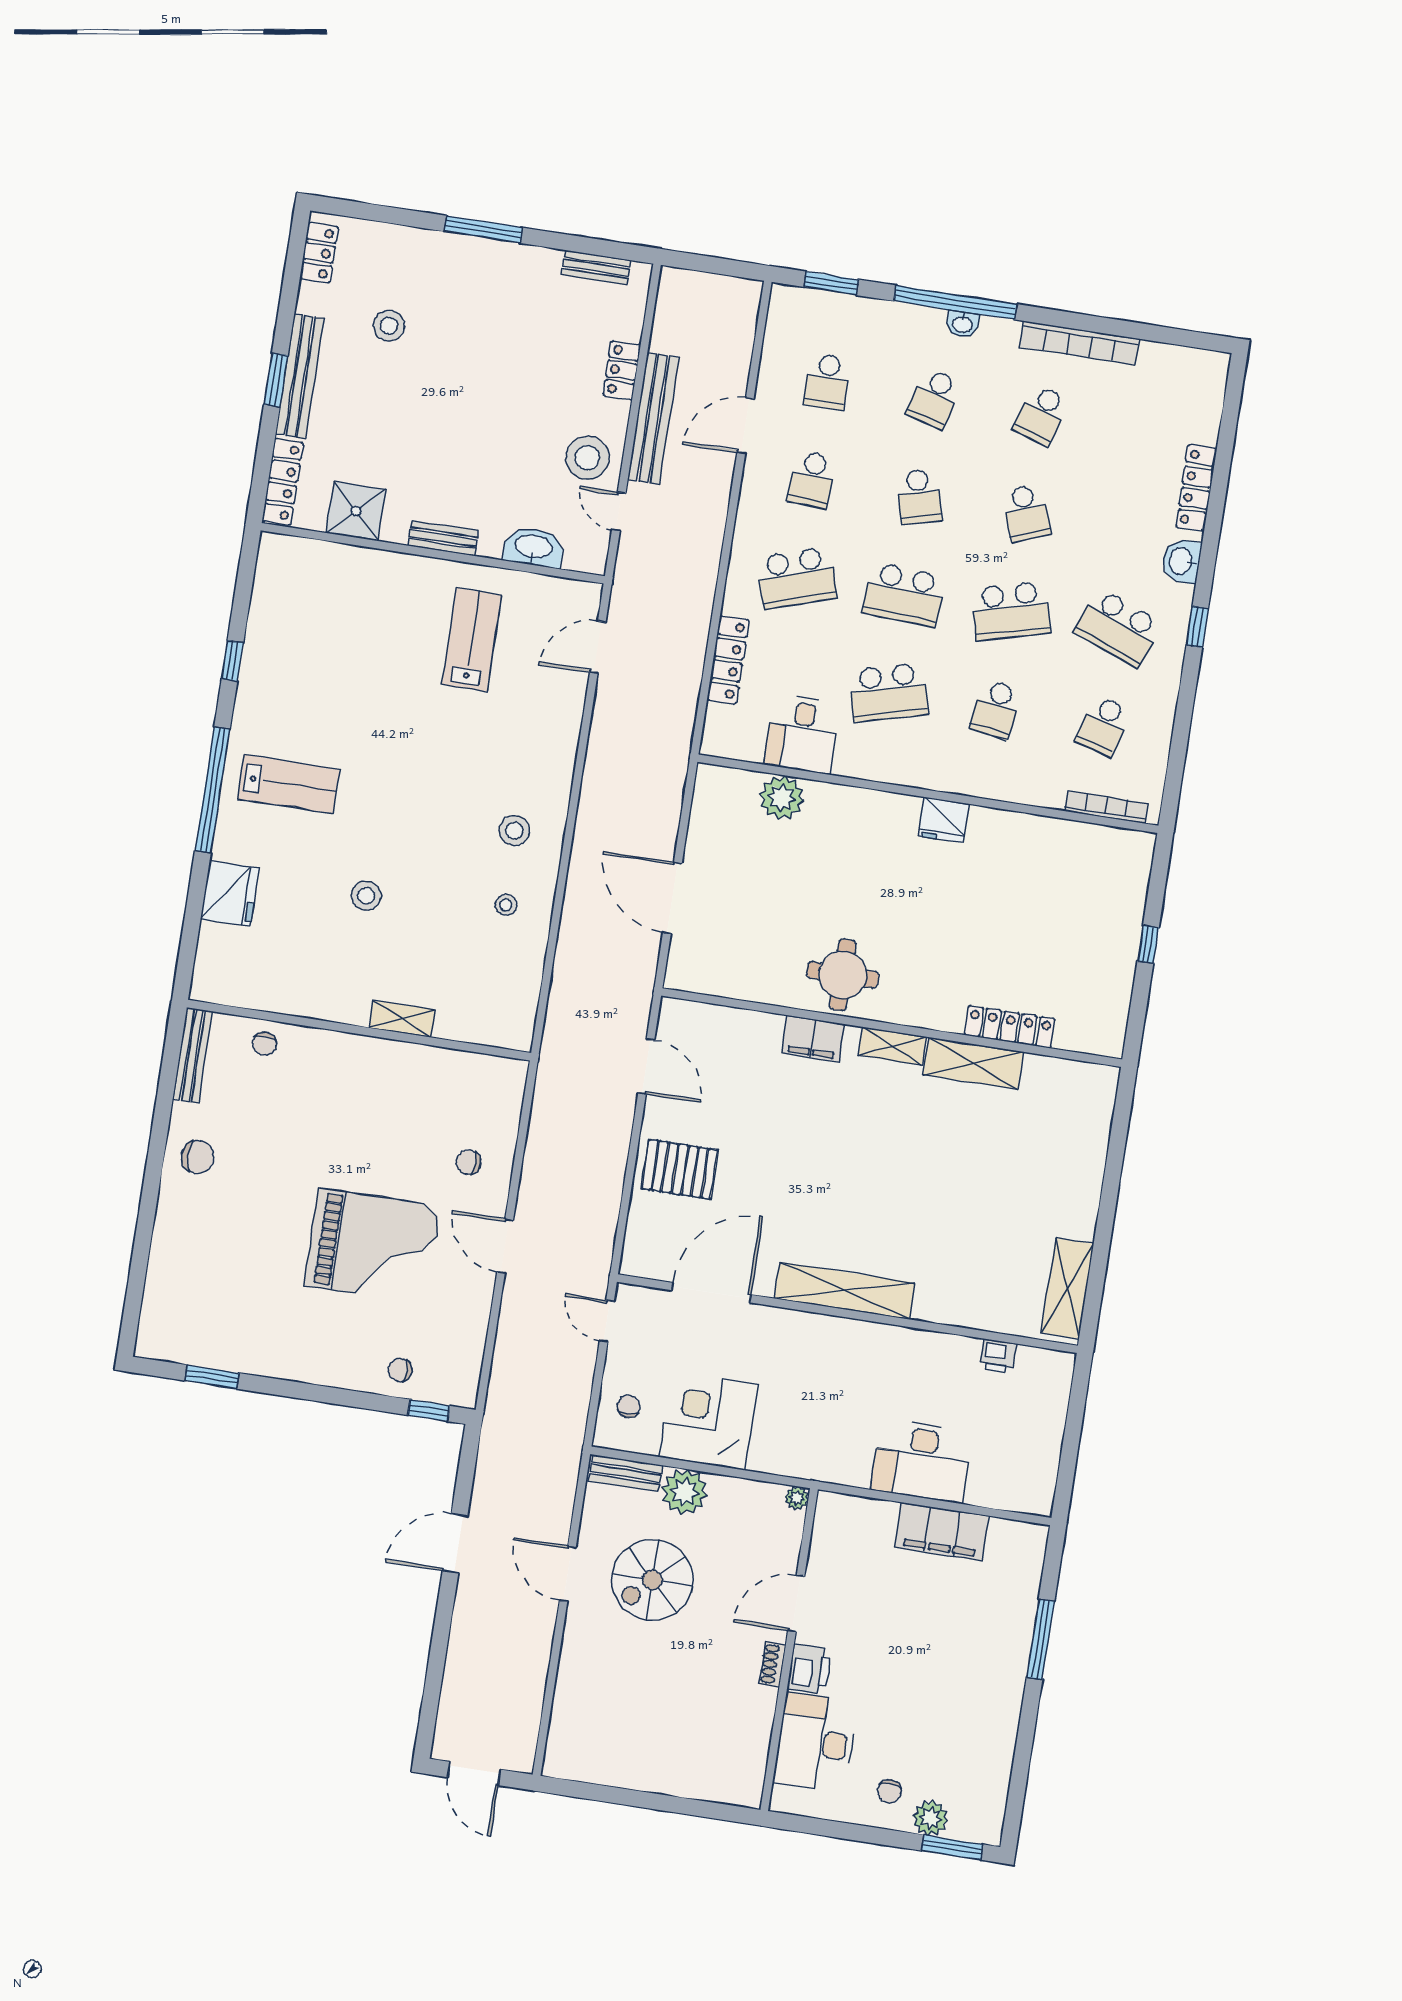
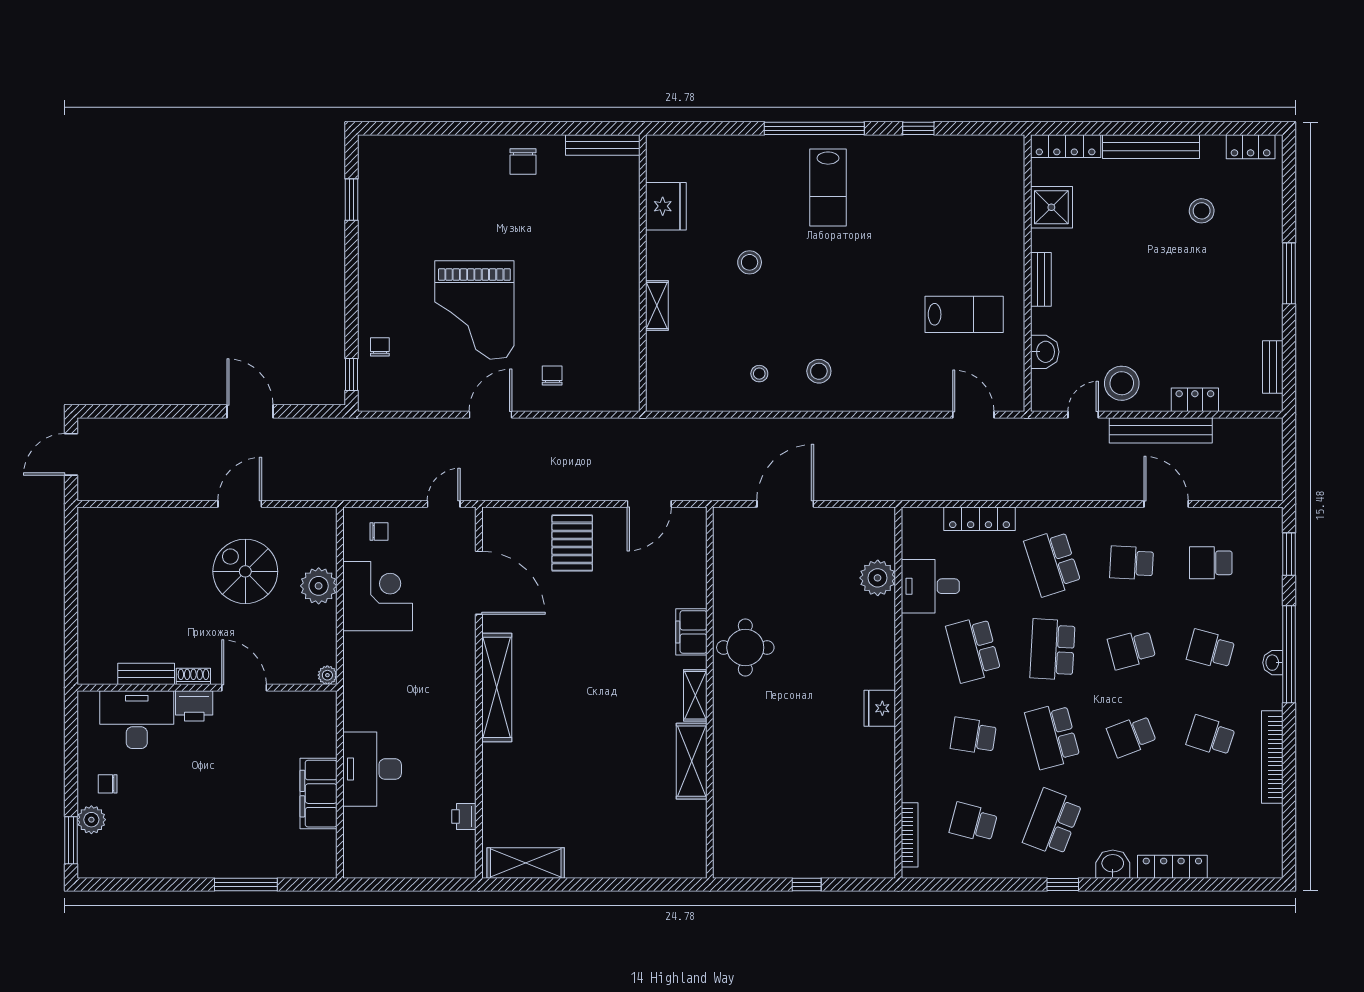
window: (276, 380) -> (1145, 128), removed
washbasin: (534, 547) -> (1045, 352), width x0.72
fridge: (230, 893) -> (666, 206), moved, turned -90
locker: (1010, 1027) -> (725, 786), removed
chair: (265, 1044) -> (620, 200), removed
bench: (626, 1473) -> (146, 674), moved, turned 90

